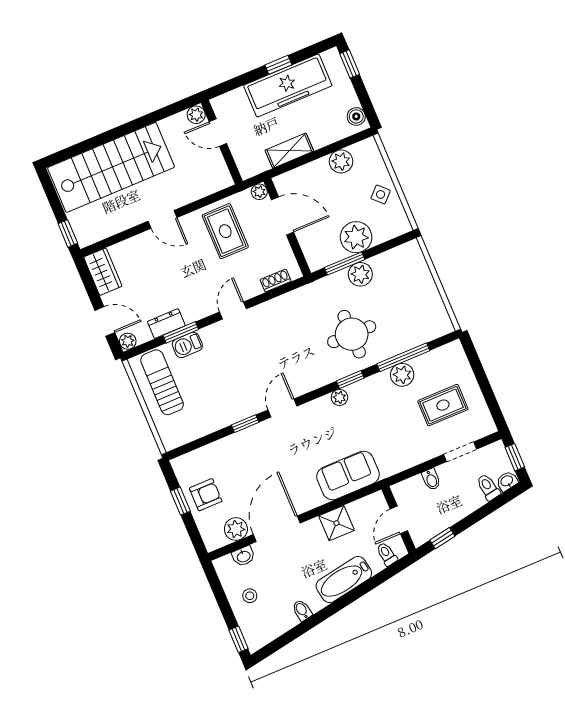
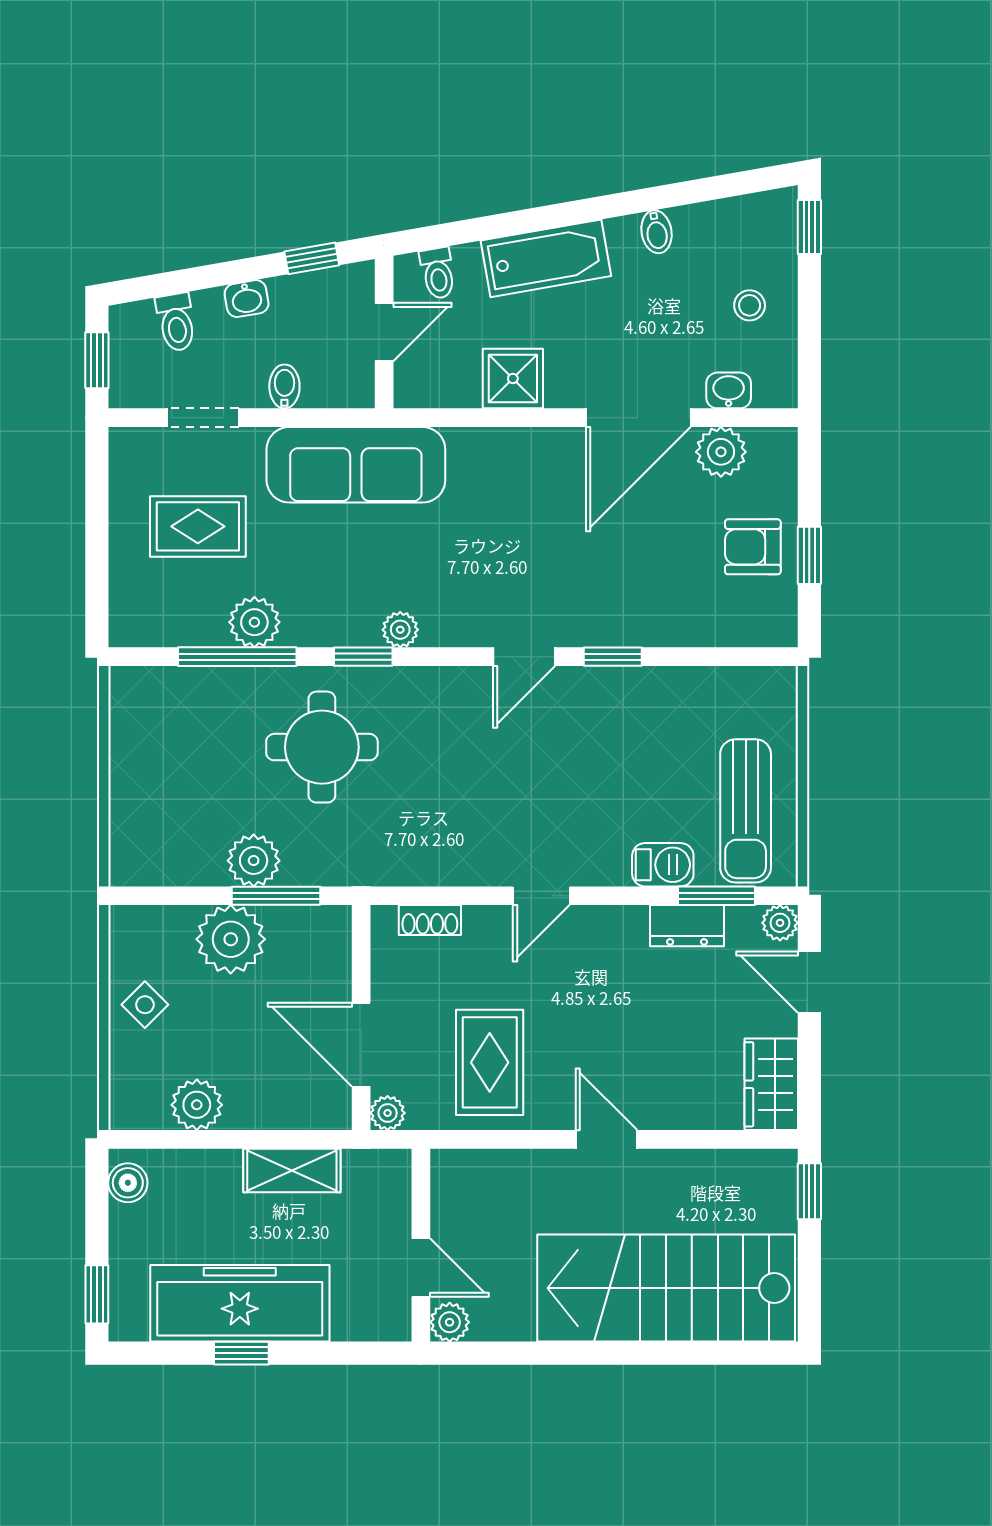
window: (181, 332) -> (717, 896), moved
sofa: (348, 476) -> (356, 465), moved, width x1.36
washbasin: (507, 481) -> (247, 299), moved

